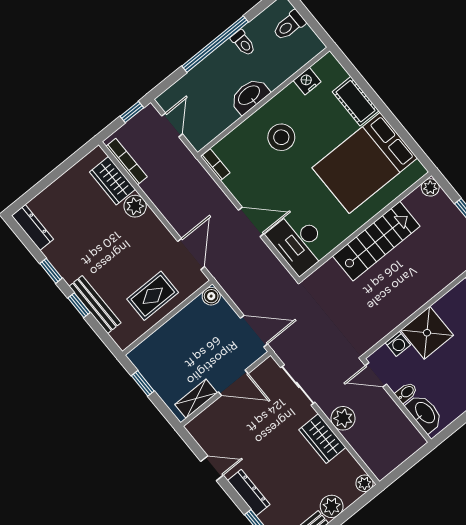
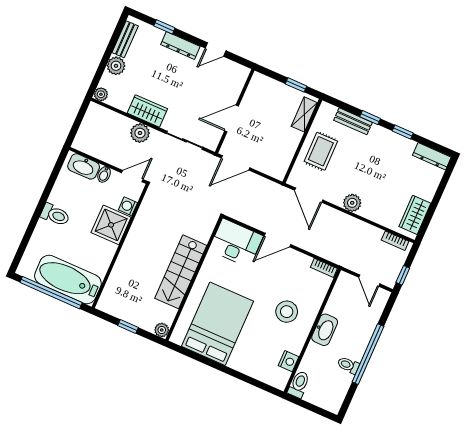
toilet: (289, 25) -> (299, 384), moved
cot: (356, 101) -> (247, 365), removed
bookcase: (127, 162) -> (395, 241), width x0.64
wardrobe: (112, 181) -> (415, 215), moved, turned -90
plant: (135, 206) -> (352, 203), moved
boiler: (211, 296) -> (279, 172), removed
bench: (95, 305) -> (353, 121), width x0.73
shelving: (196, 399) -> (304, 114), moved

